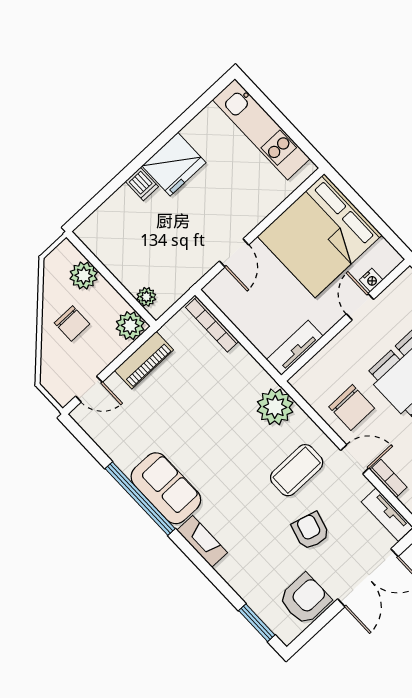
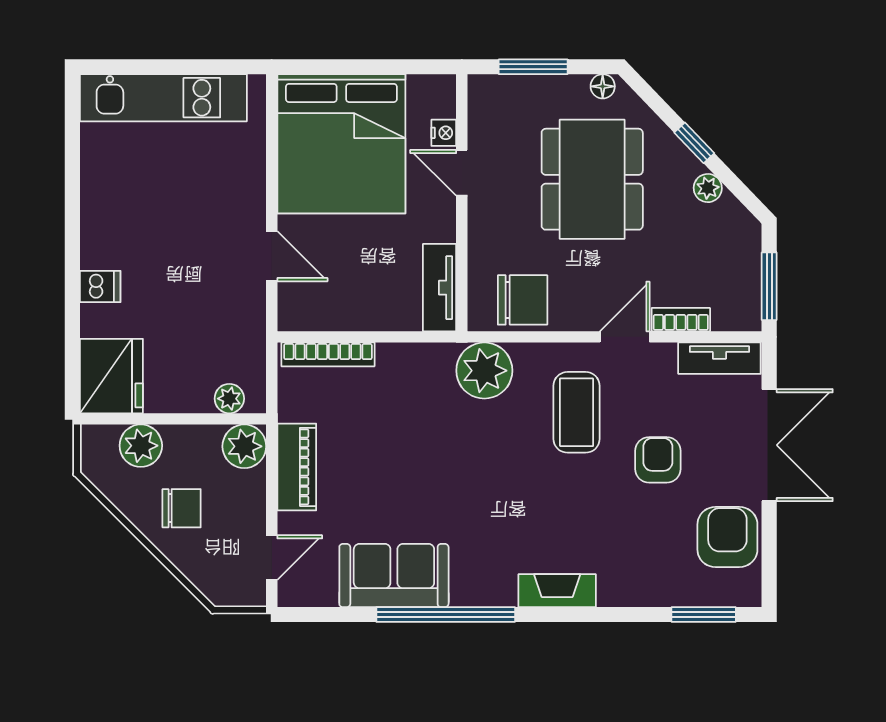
fridge: (174, 164) -> (111, 376), moved
chair: (352, 407) -> (523, 300), moved
sofa: (166, 488) -> (394, 575), moved
armchair: (310, 531) -> (658, 460), turned 74

